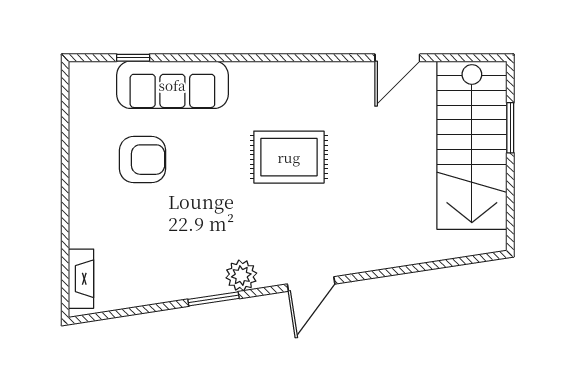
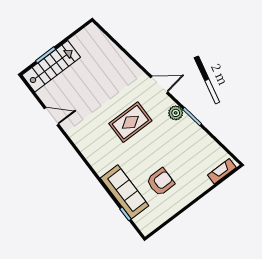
stairs: (472, 145) -> (51, 66), width x0.73, depth x0.66
rug: (289, 157) -> (130, 122), moved, turned 90
armchair: (143, 160) -> (161, 182), turned 90

